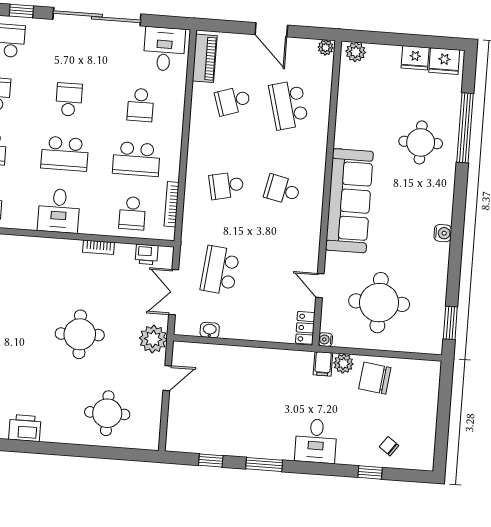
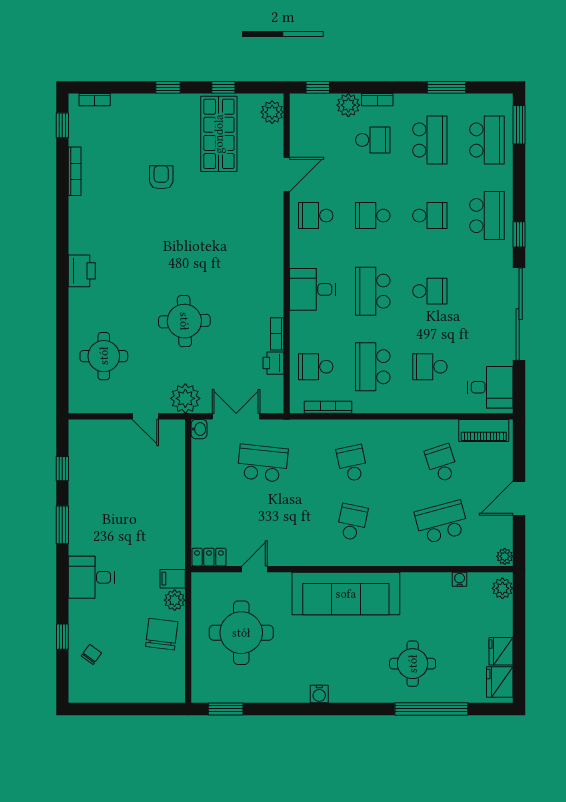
printer: (147, 254) -> (273, 363), moved
washbasin: (210, 330) -> (199, 429), moved
water cooler: (325, 340) -> (460, 579), moved

